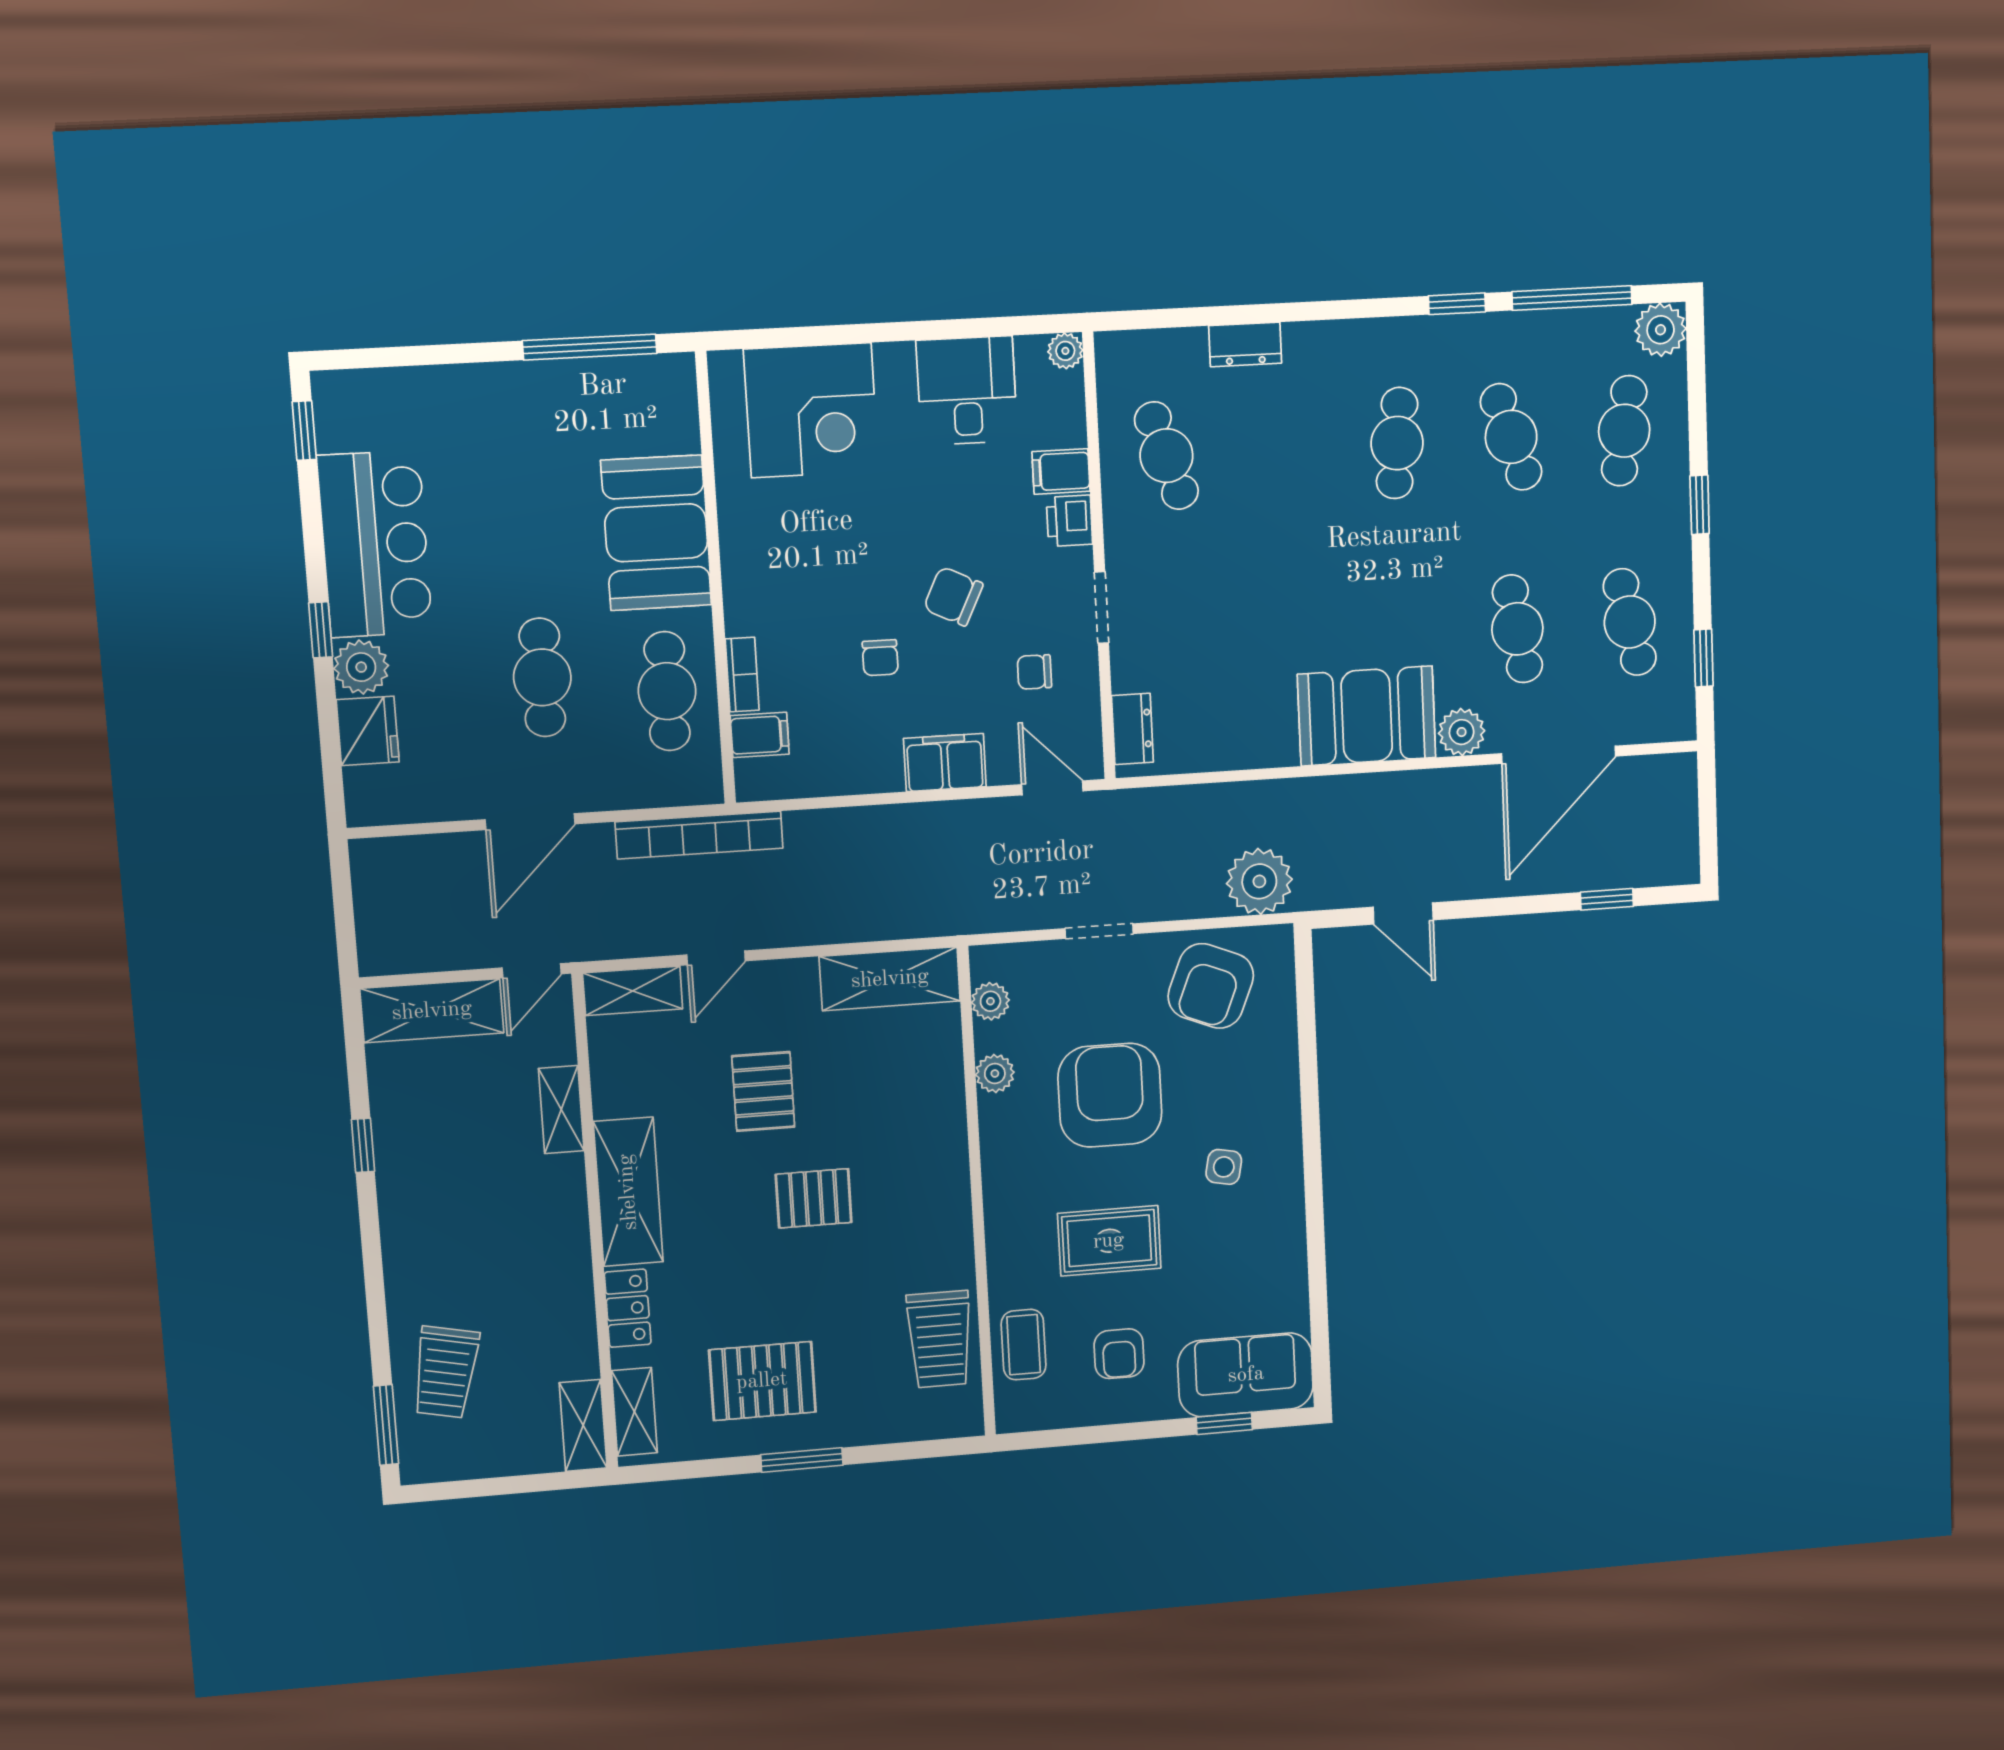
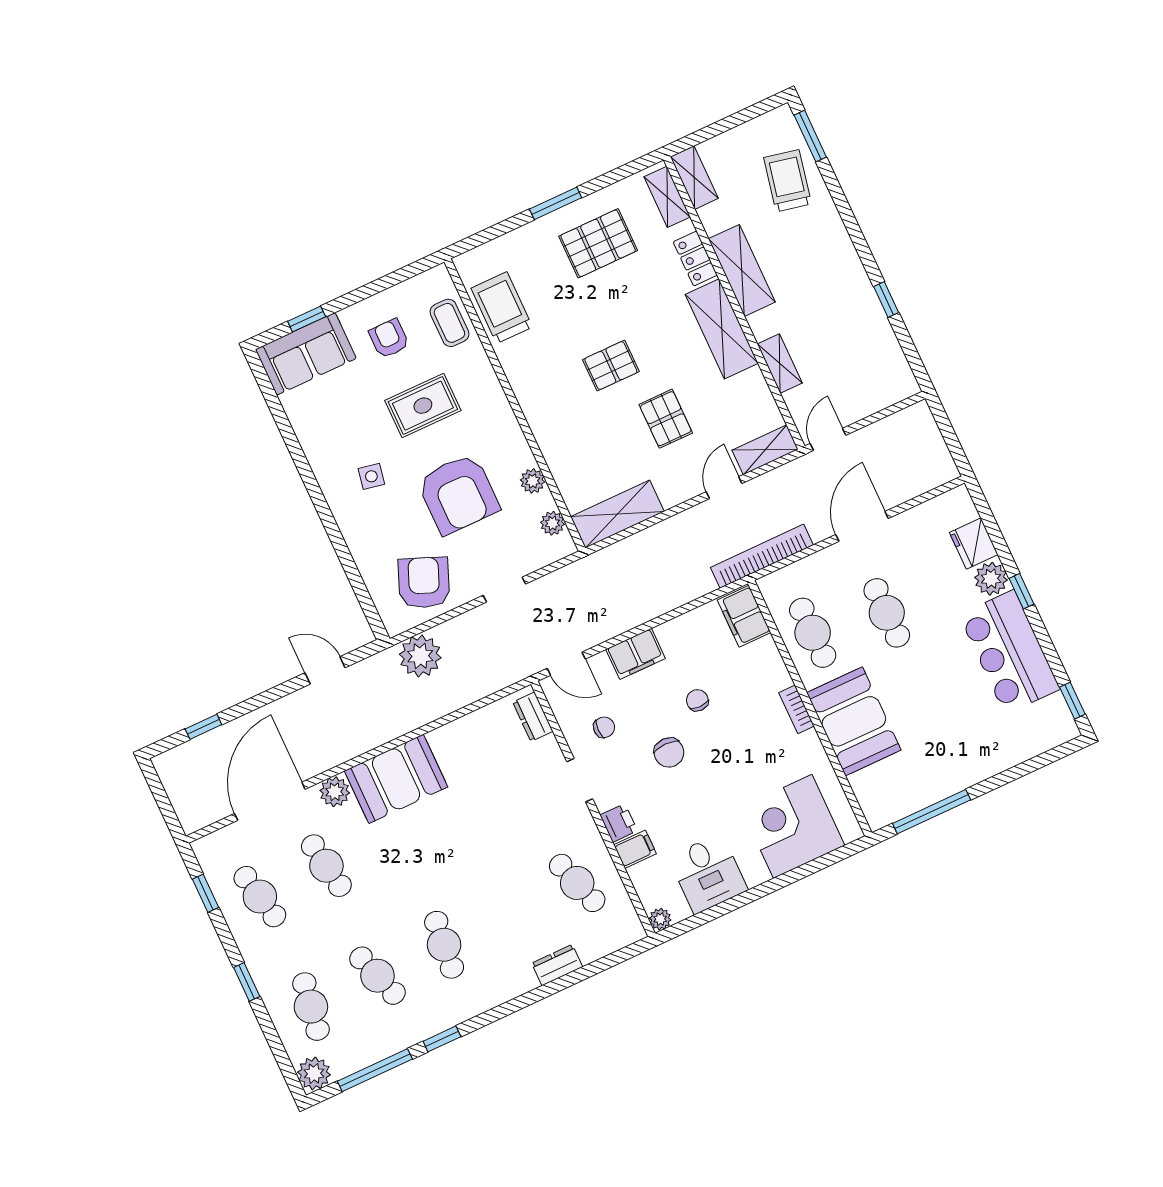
chair: (953, 596) -> (669, 753), turned 64
bookcase: (742, 675) -> (796, 709), moved
filing cabinet: (760, 735) -> (744, 616), width x2.00
shelving: (432, 1011) -> (742, 270), moved, turned 90

